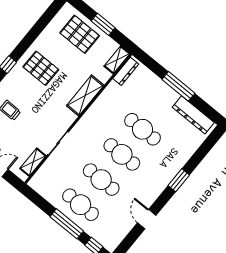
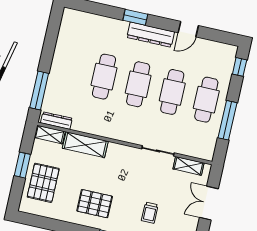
pallet: (41, 68) -> (95, 204), turned 90
window: (178, 86) -> (39, 91), moved
shelving: (85, 95) -> (85, 145), moved
dresser: (193, 115) -> (151, 35), moved, turned 90
window: (67, 224) -> (228, 120), moved

